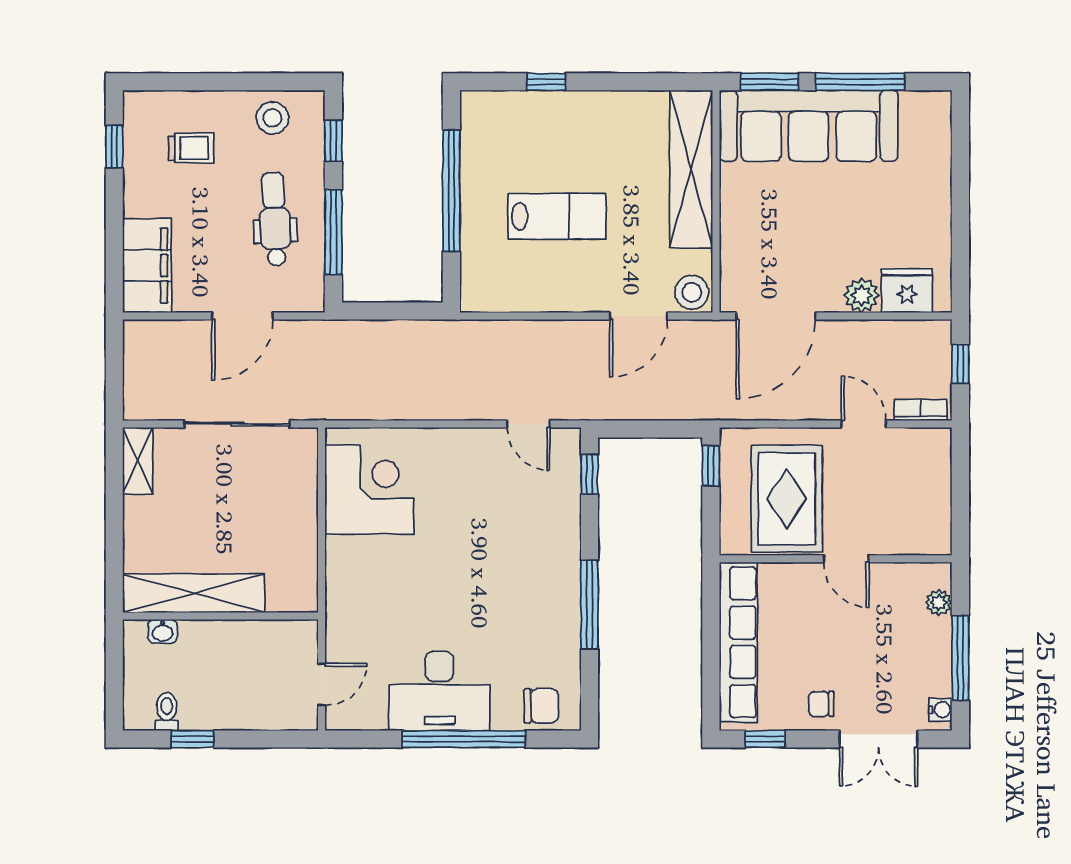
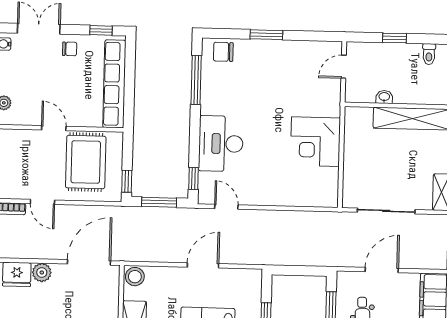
door: (638, 316) -> (203, 265), moved
window: (651, 429) -> (159, 202), added
corner desk: (369, 490) -> (315, 142), moved
window: (590, 605) -> (196, 80), moved
washbasin: (163, 631) -> (384, 97), moved
desk: (439, 691) -> (221, 144), moved, turned -90
window: (192, 739) -> (394, 38), moved
window: (464, 739) -> (266, 35), width x0.47

